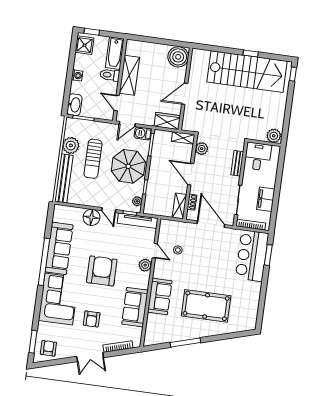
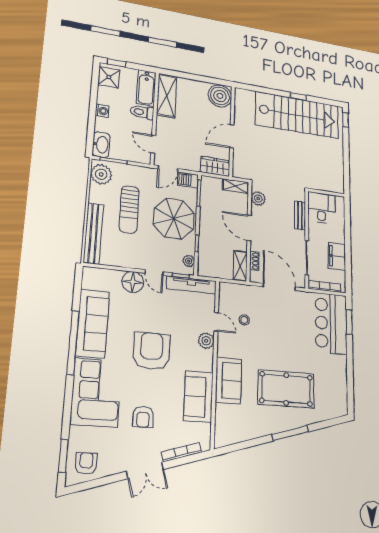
shelving: (129, 75) -> (167, 96), moved
plant: (274, 136) -> (335, 185), removed
plant: (71, 145) -> (101, 174), moved
window: (185, 343) -> (290, 433), moved

